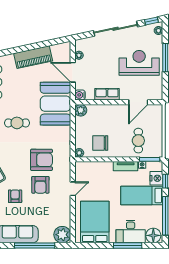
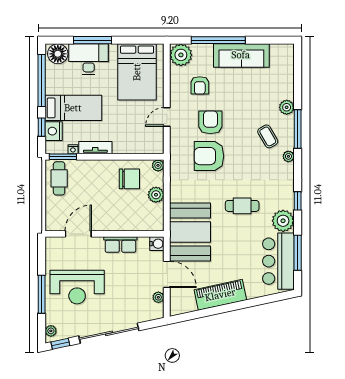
plant: (81, 110) -> (156, 195), moved
cafe table: (138, 141) -> (59, 178), moved
armchair: (15, 196) -> (200, 85), moved

